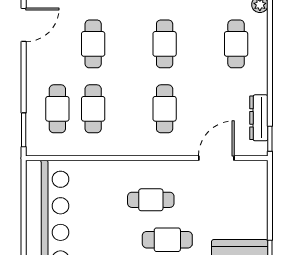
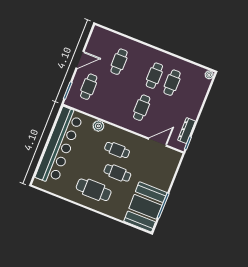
door: (24, 25) -> (80, 60), moved
cafe table: (236, 44) -> (172, 83), moved
cafe table: (93, 109) -> (106, 94), removed
plant: (102, 171) -> (98, 126), added

